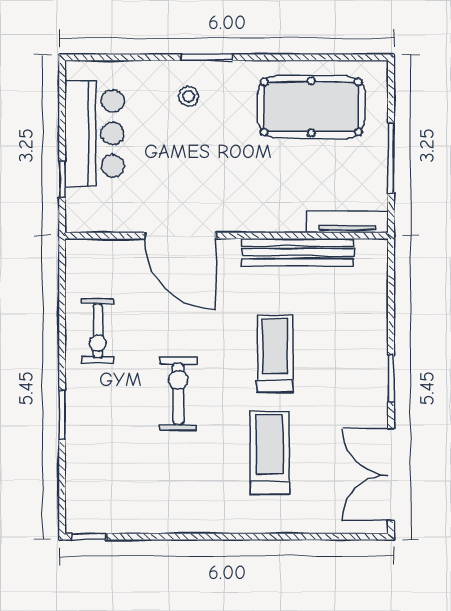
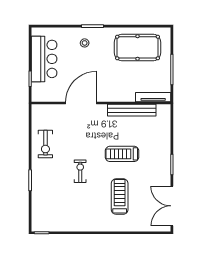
door: (180, 236) -> (81, 103), swing flipped
treadmill: (275, 354) -> (122, 154), turned -90
exercise bike: (178, 394) -> (80, 171), width x0.73, depth x0.72

